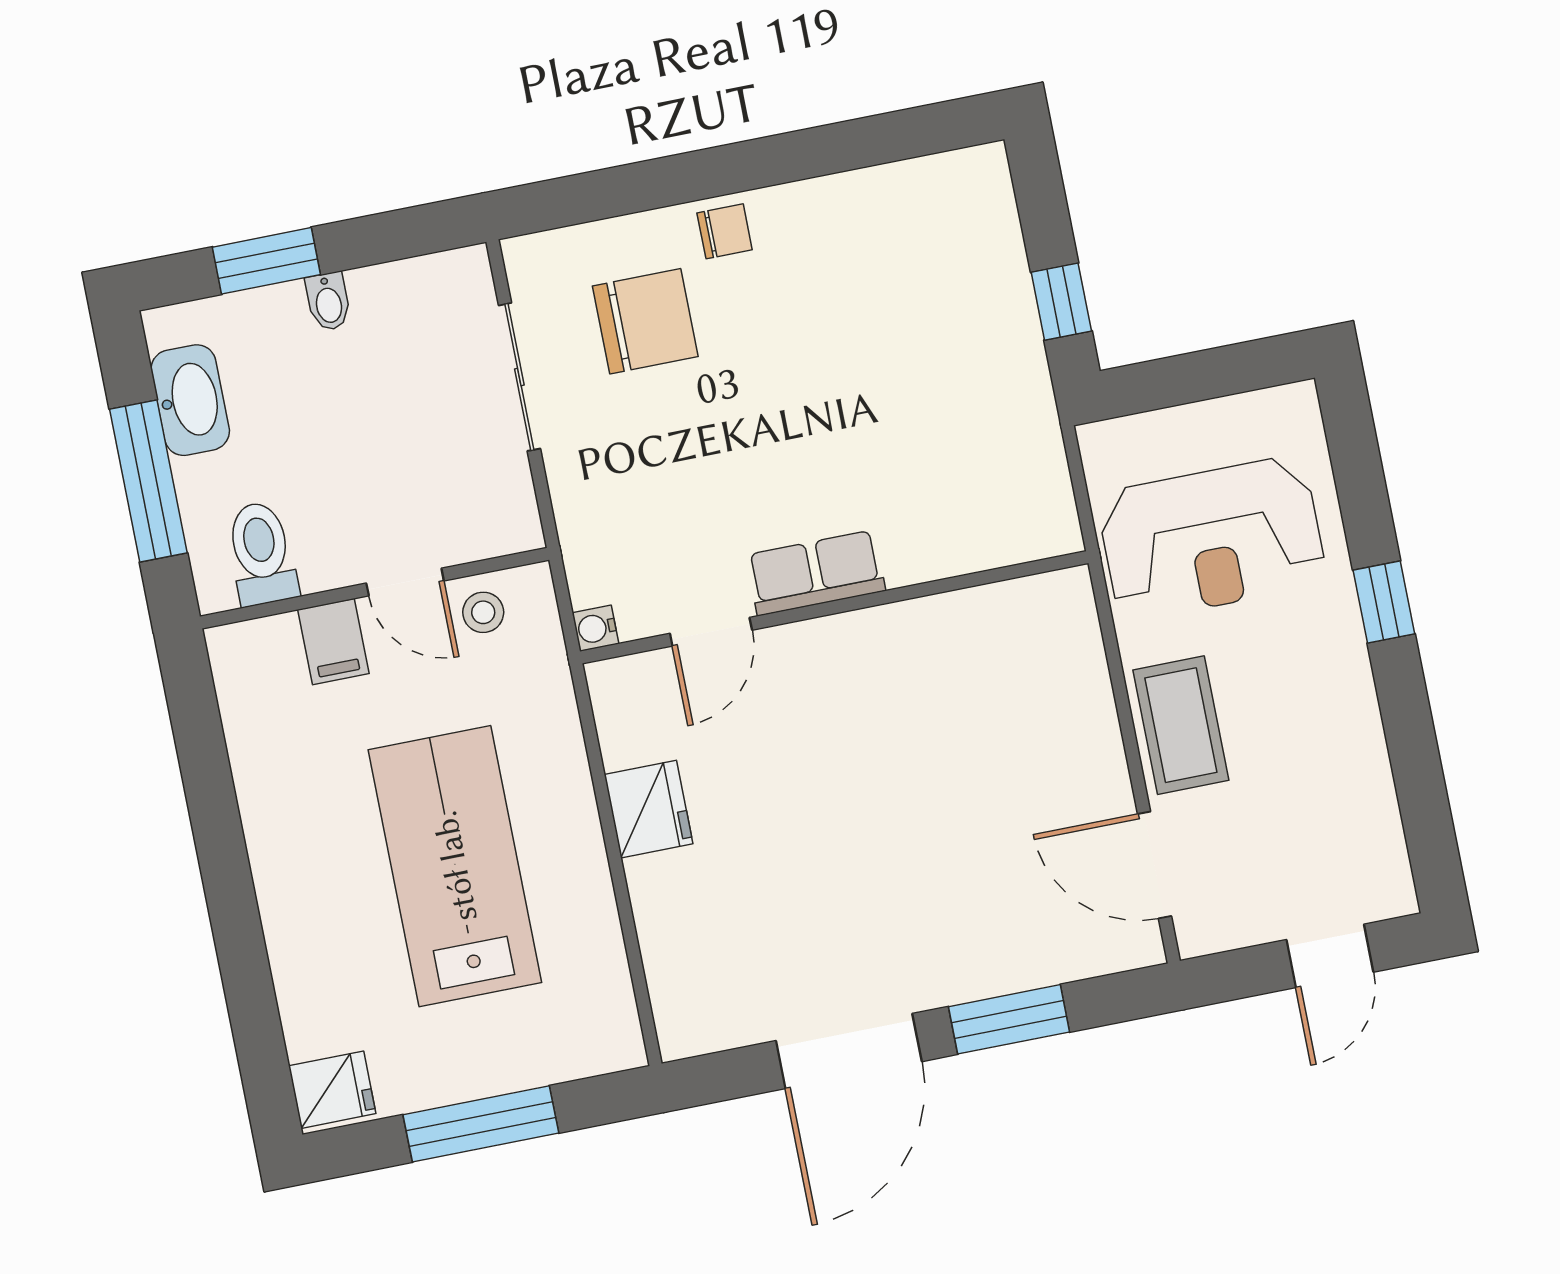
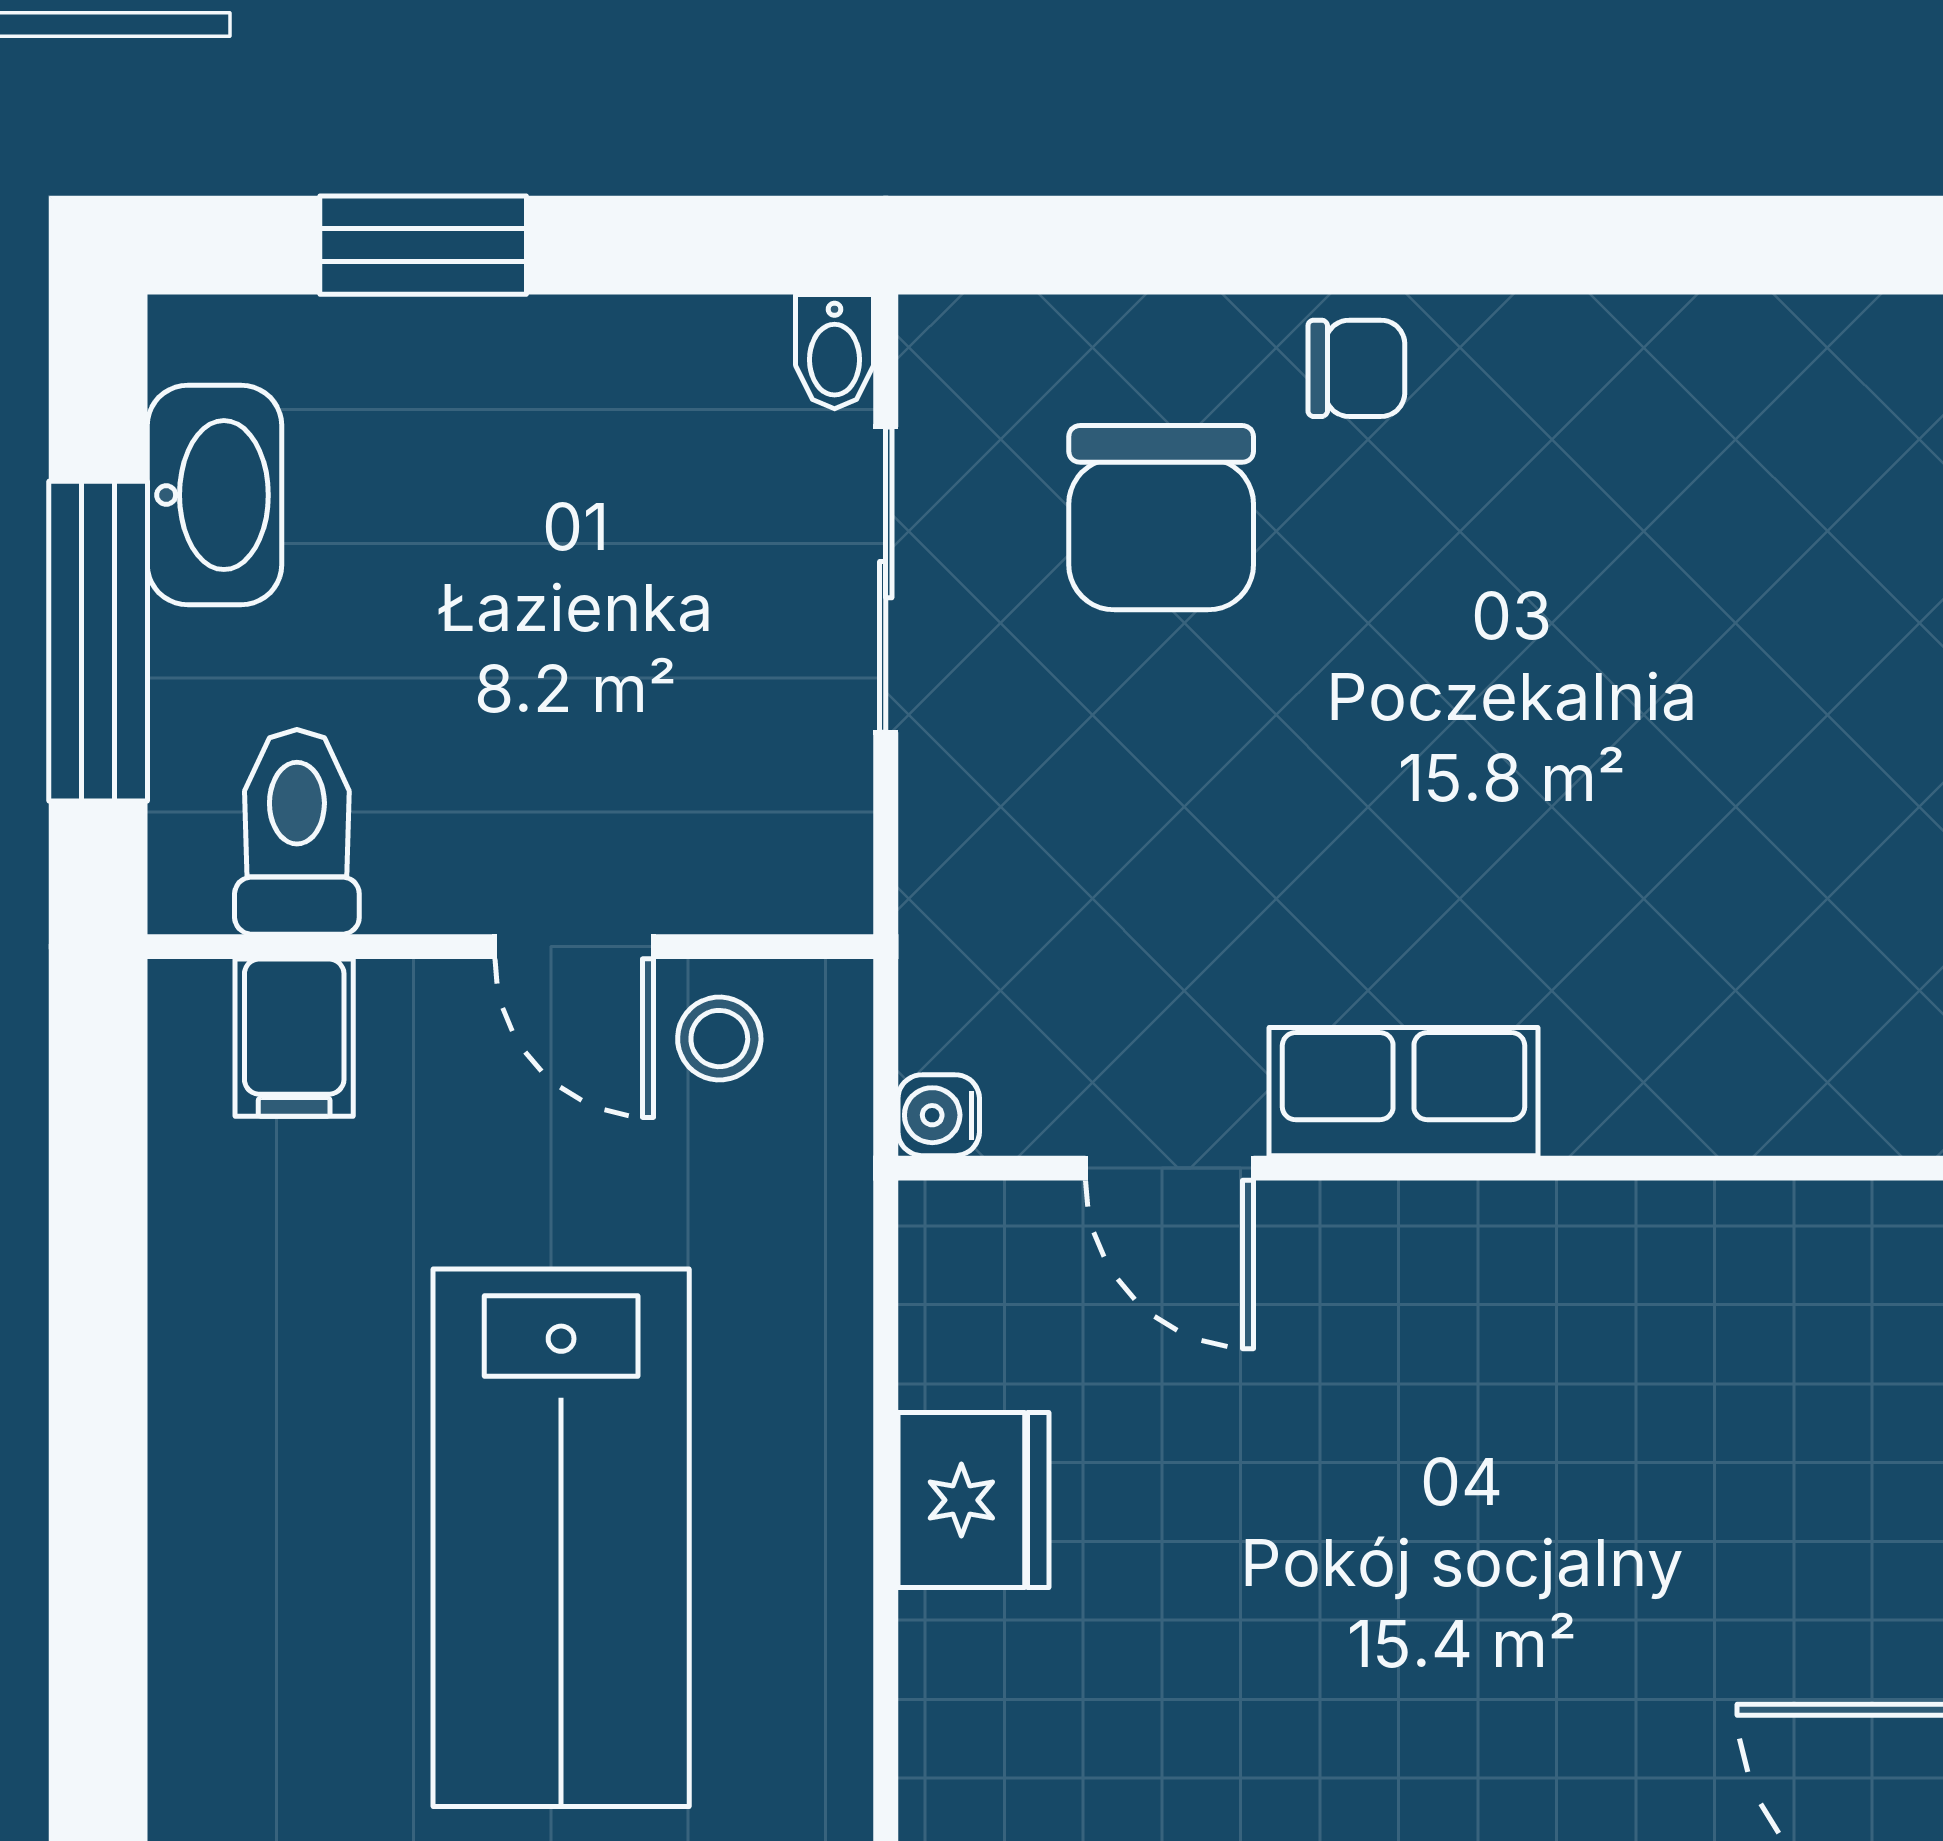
bidet: (328, 301) -> (835, 352), moved
chair: (645, 321) -> (1161, 518), turned 90
door: (711, 632) -> (1170, 1168), hinge flipped
filing cabinet: (333, 642) -> (294, 1038), moved
lab bench: (455, 866) -> (561, 1538), turned 180

